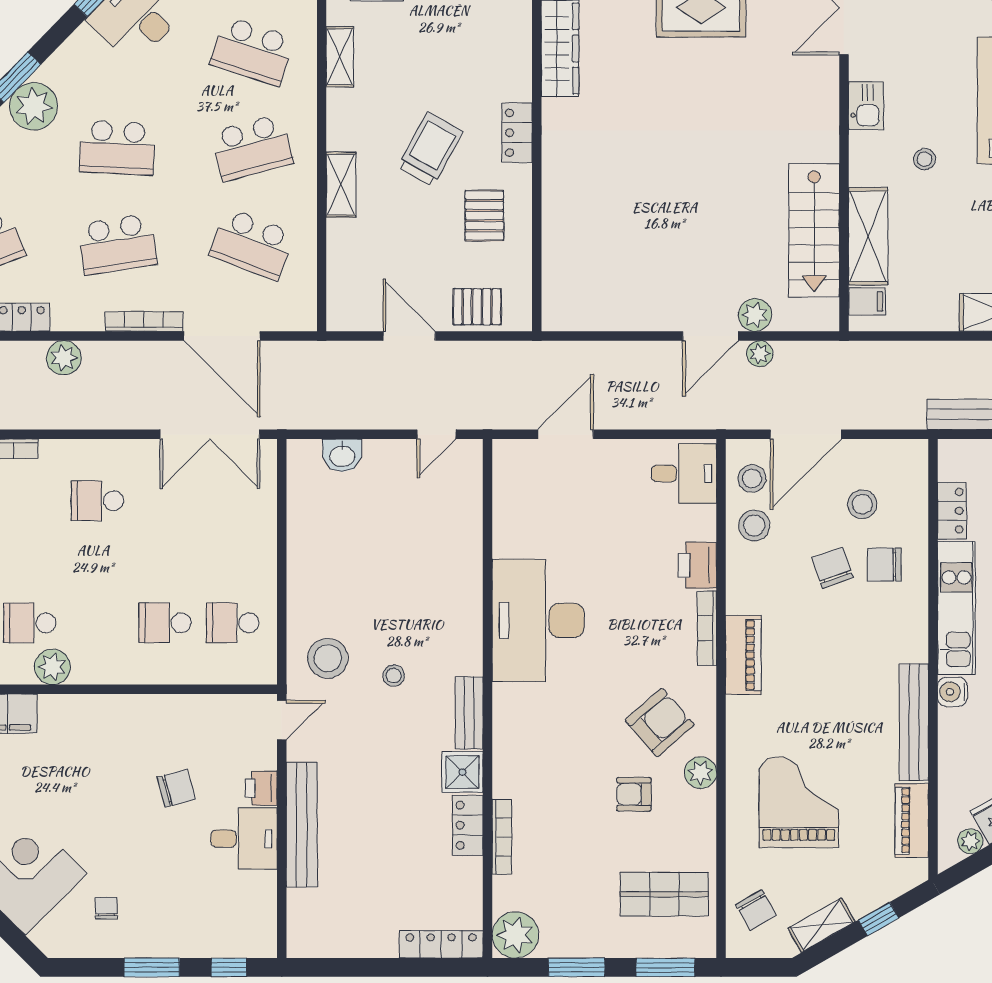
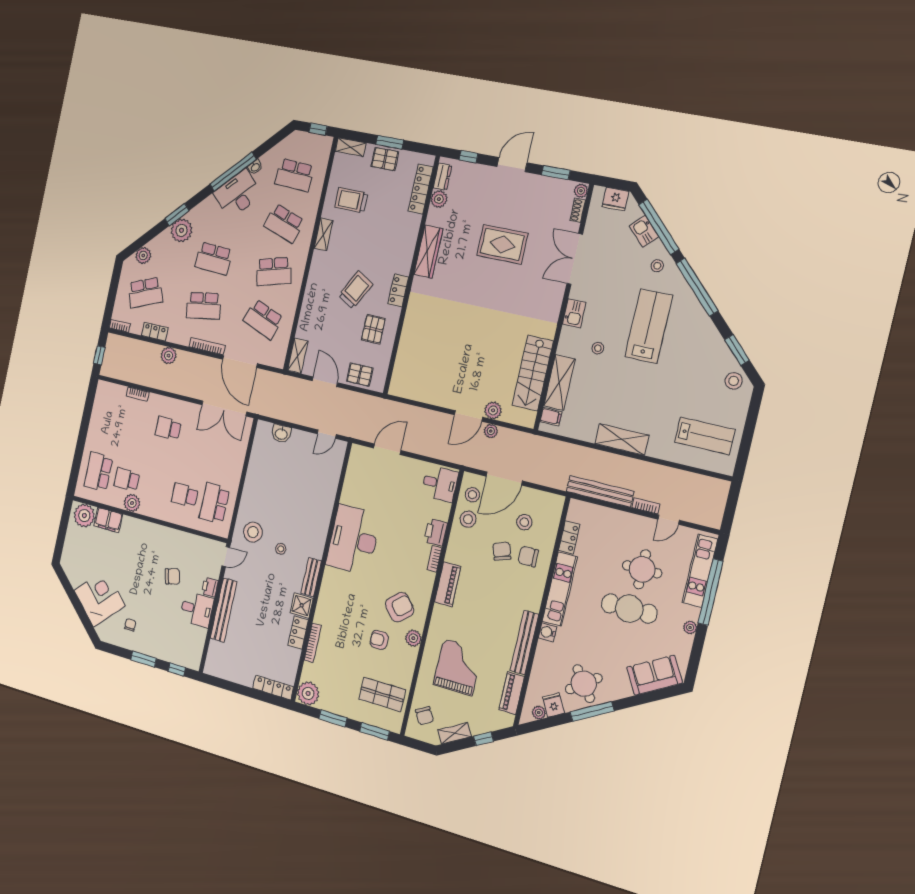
shelving: (341, 185) -> (298, 356), moved
school desk: (233, 623) -> (214, 503), width x1.85
bookcase: (707, 628) -> (435, 559), width x0.64

